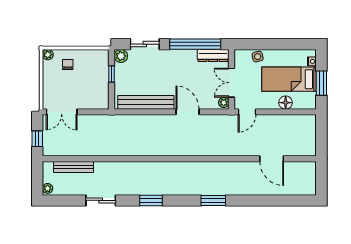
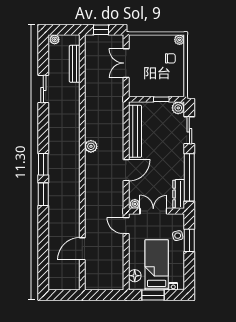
window: (263, 44) -> (189, 240), added
floor lamp: (286, 103) -> (135, 276), moved
double door: (62, 112) -> (126, 63), moved
plant: (162, 149) -> (91, 146), added
window: (151, 200) -> (43, 164), moved

